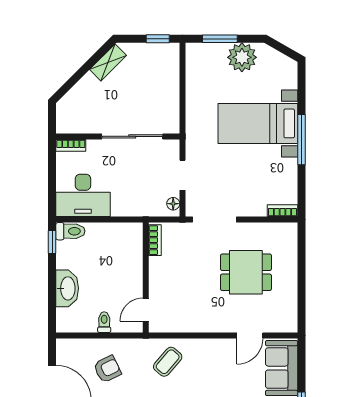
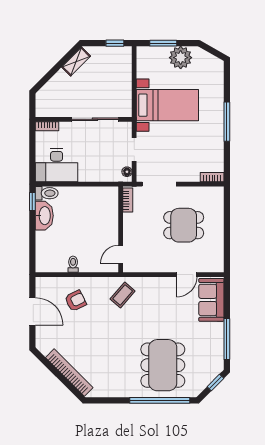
bed with nightstands: (258, 123) -> (167, 105), moved, turned 180
bookcase: (155, 240) -> (128, 200), moved
wall: (146, 278) -> (121, 229), moved
washbasin: (67, 288) -> (44, 216), moved
door: (146, 310) -> (121, 254), moved

